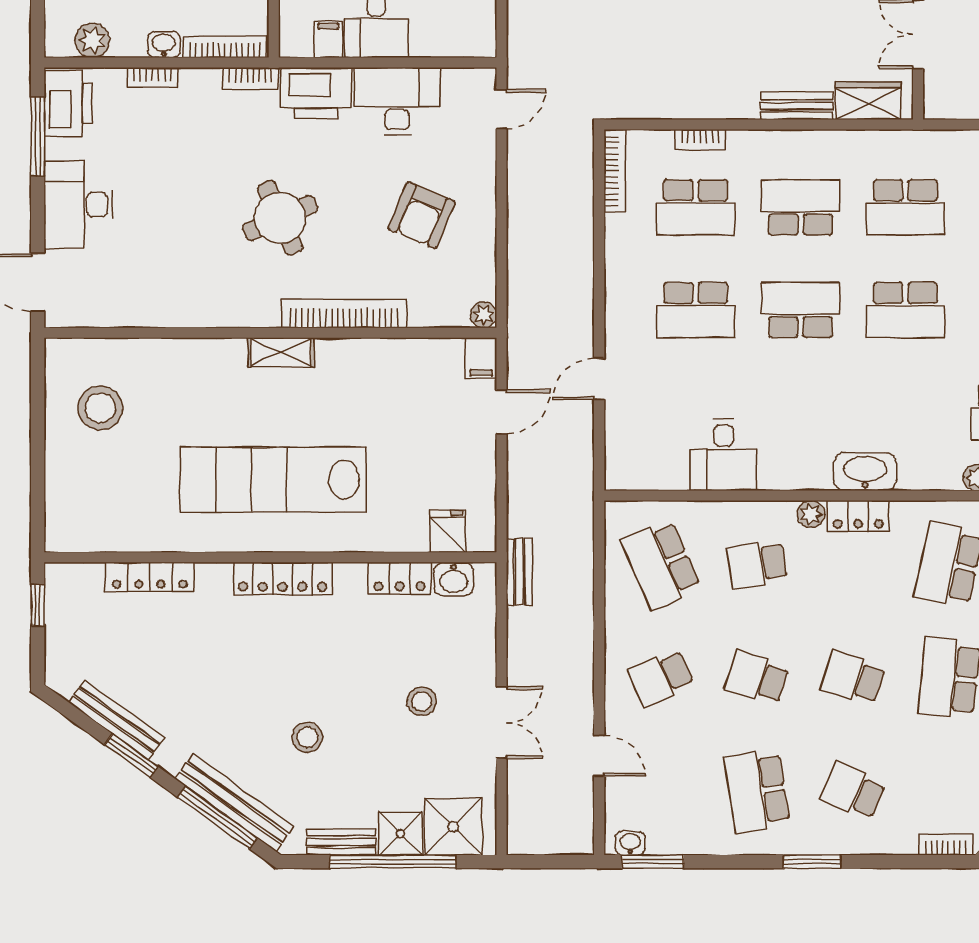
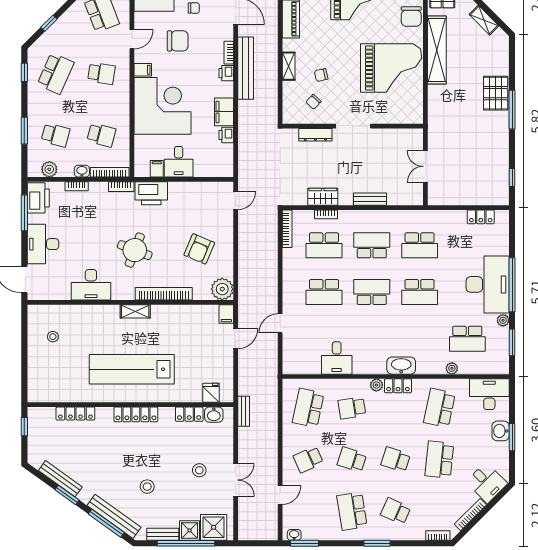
desk: (397, 101) -> (91, 285), moved, turned 180
wardrobe: (868, 101) -> (323, 197), moved
round table: (280, 218) -> (135, 250), turned 45
plant: (484, 315) -> (222, 289), width x1.88, depth x1.88
stool: (100, 408) -> (53, 337), width x0.53, depth x0.53
school desk: (661, 564) -> (308, 408), turned 36
door: (599, 756) -> (280, 495), hinge flipped

